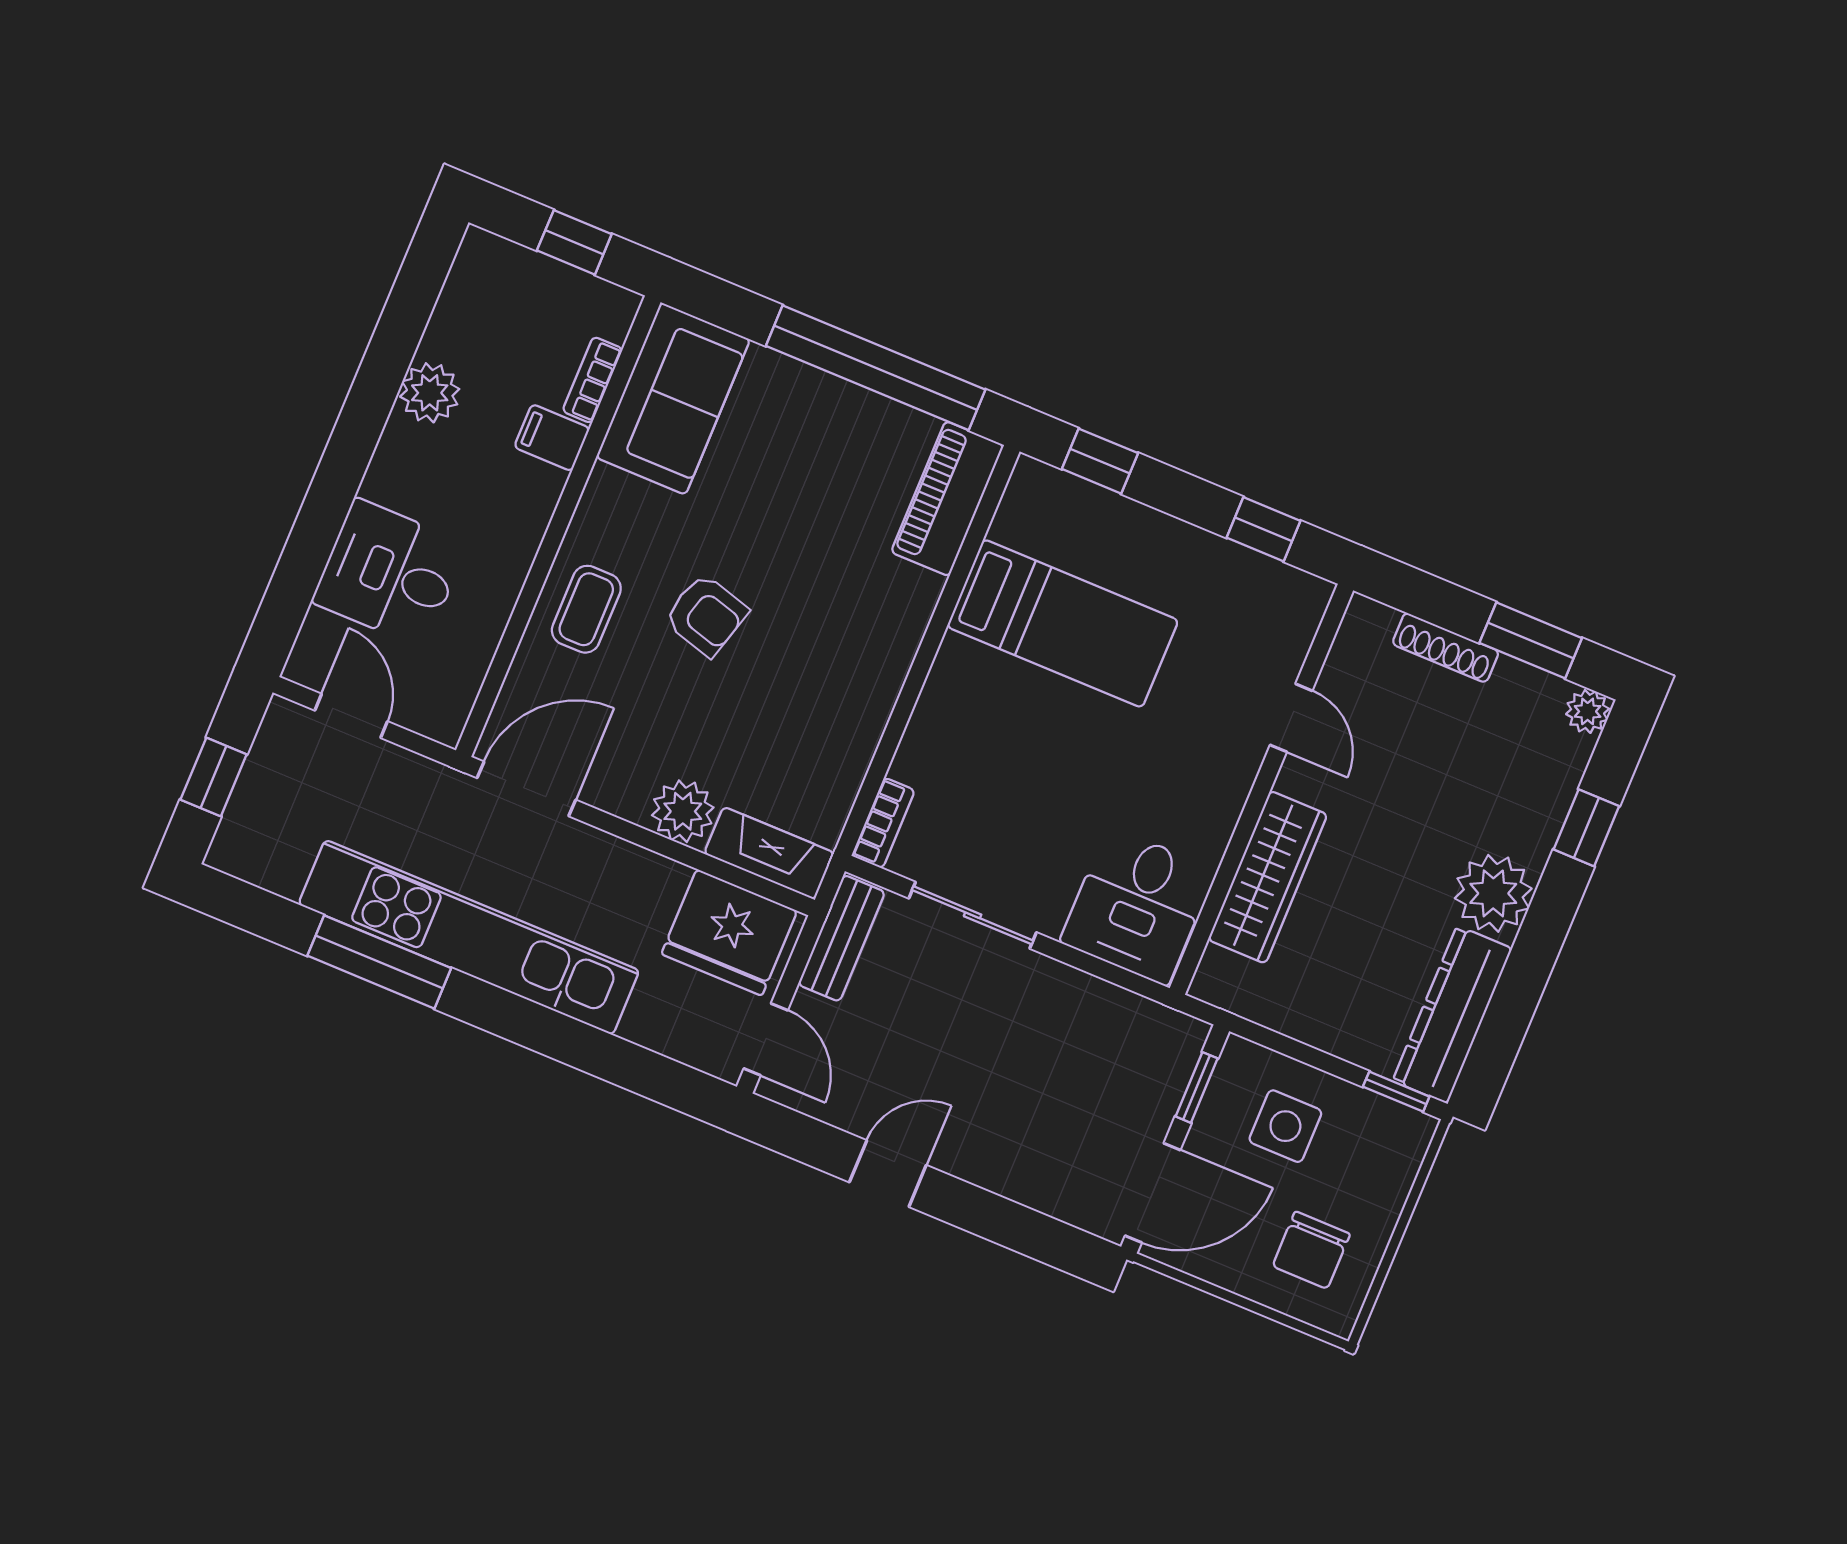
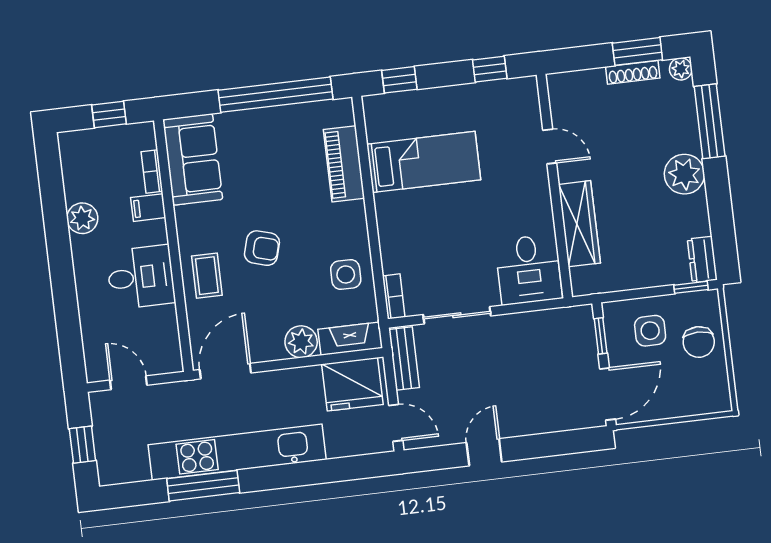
piano: (947, 499) -> (344, 164), moved
desk: (390, 573) -> (141, 277), moved, turned 180
shoe rack: (1446, 648) -> (633, 72), moved
side table: (823, 740) -> (346, 274), added
window: (1586, 828) -> (710, 121), width x2.17
dresser: (1452, 1015) -> (702, 259), width x0.51, depth x0.80
chair: (1311, 1250) -> (699, 342), moved

